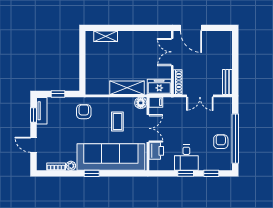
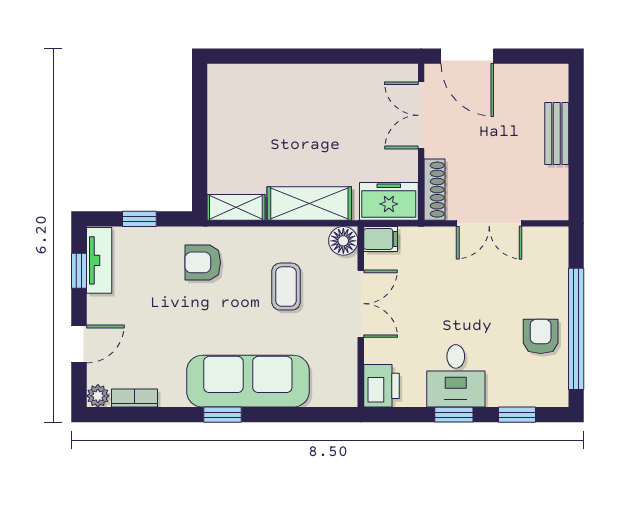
shelving: (106, 36) -> (236, 207), moved
bench: (227, 82) -> (557, 133), moved
armchair: (84, 112) -> (203, 262), turned -90
door: (34, 145) -> (79, 344), swing flipped
printer: (156, 151) -> (381, 386), moved
sofa: (111, 157) -> (248, 381), width x0.74, depth x0.79
plant: (71, 166) -> (98, 396), moved

